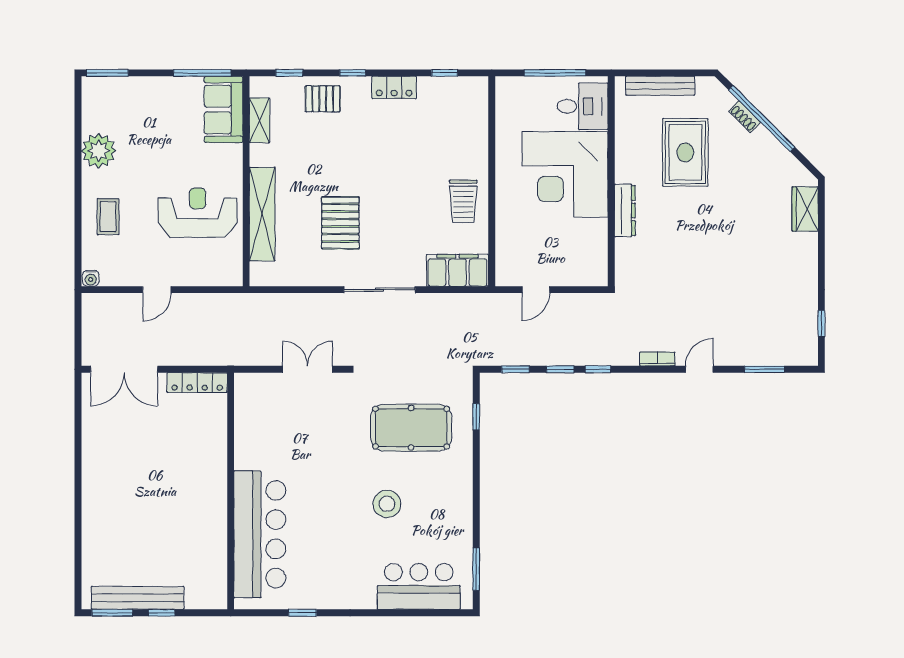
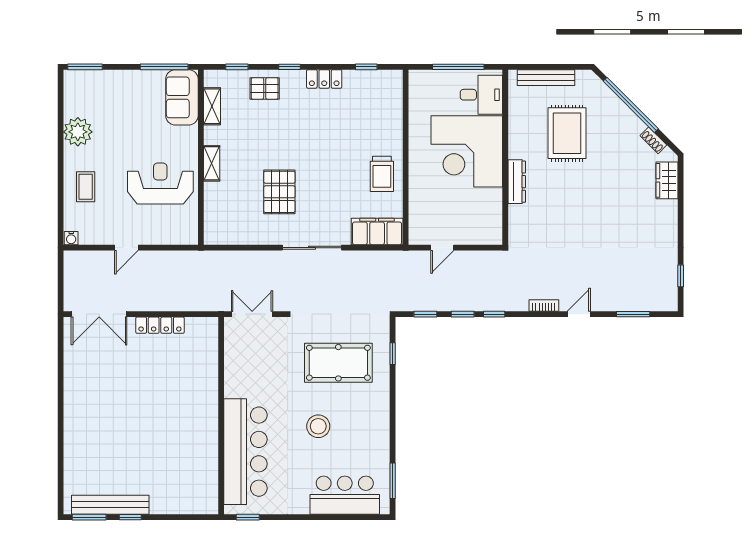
shoe rack: (745, 117) -> (653, 140), moved
shelving: (262, 214) -> (212, 163), width x0.45, depth x0.75
wall: (231, 491) -> (221, 416), moved
bar counter: (260, 534) -> (245, 452), moved

